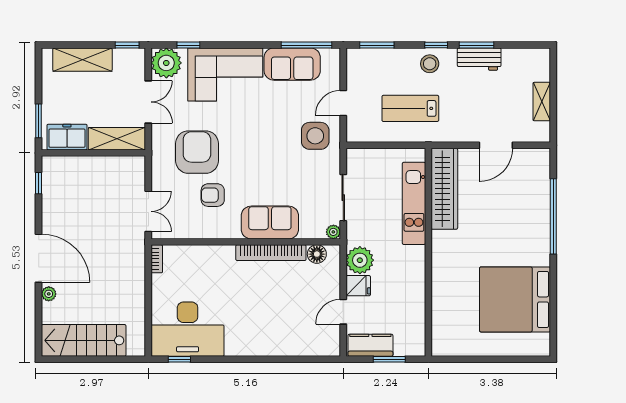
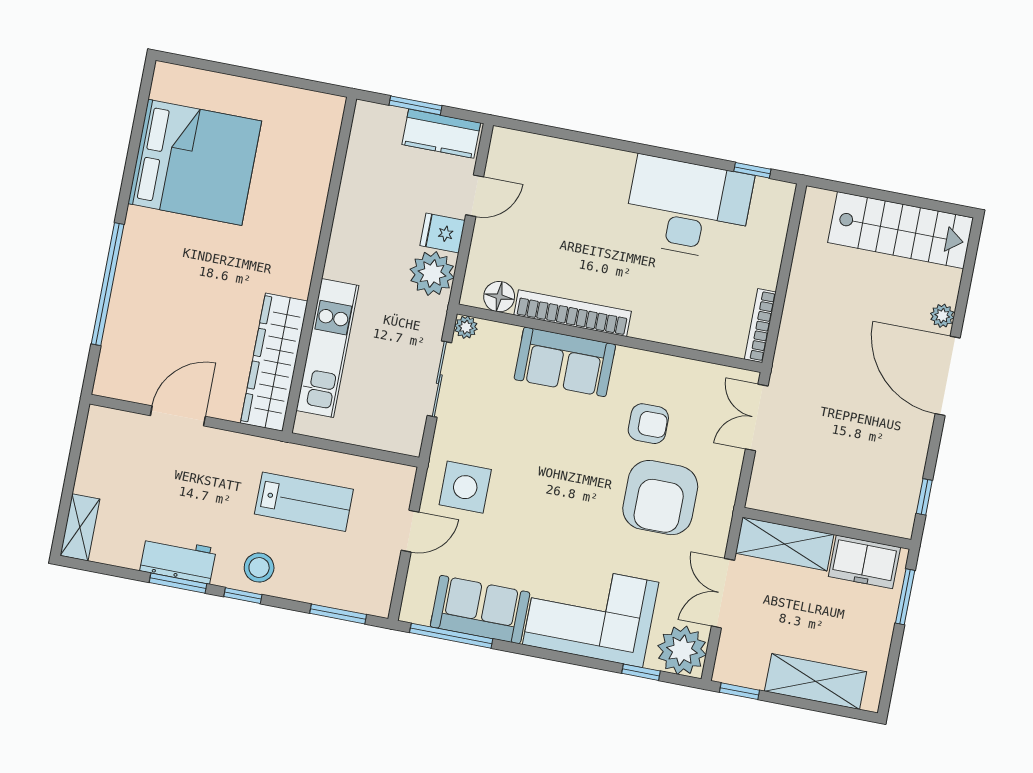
shelving: (542, 102) -> (80, 527), moved
bookcase: (157, 259) -> (760, 326), width x1.56
desk: (188, 329) -> (688, 208), moved

